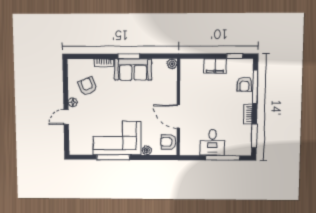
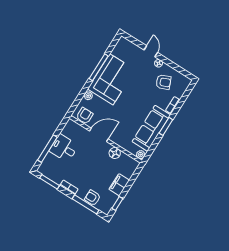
sofa: (133, 70) -> (151, 128), width x1.36
floor lamp: (186, 90) -> (115, 153), added

